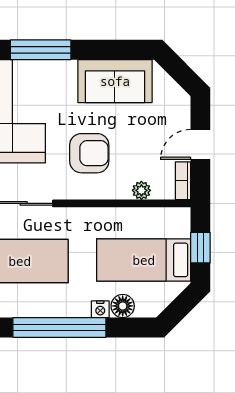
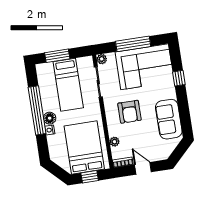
window: (41, 50) -> (179, 78), width x0.46
bed: (144, 260) -> (84, 148), width x1.50
floor lamp: (123, 306) -> (50, 118), moved

